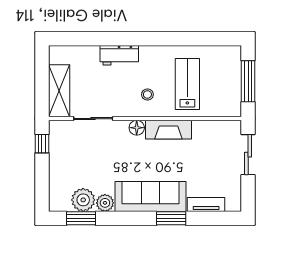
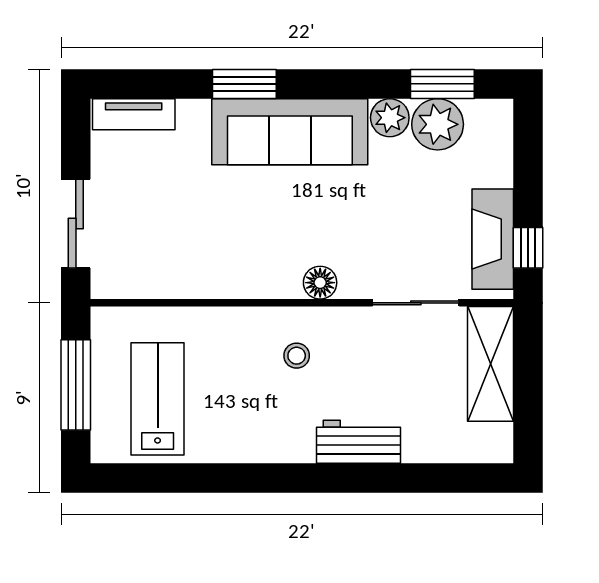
lab bench: (187, 84) -> (158, 399), moved, turned 180
fireplace: (168, 130) -> (493, 239), moved, turned -90
tv unit: (206, 204) -> (134, 114), moved

